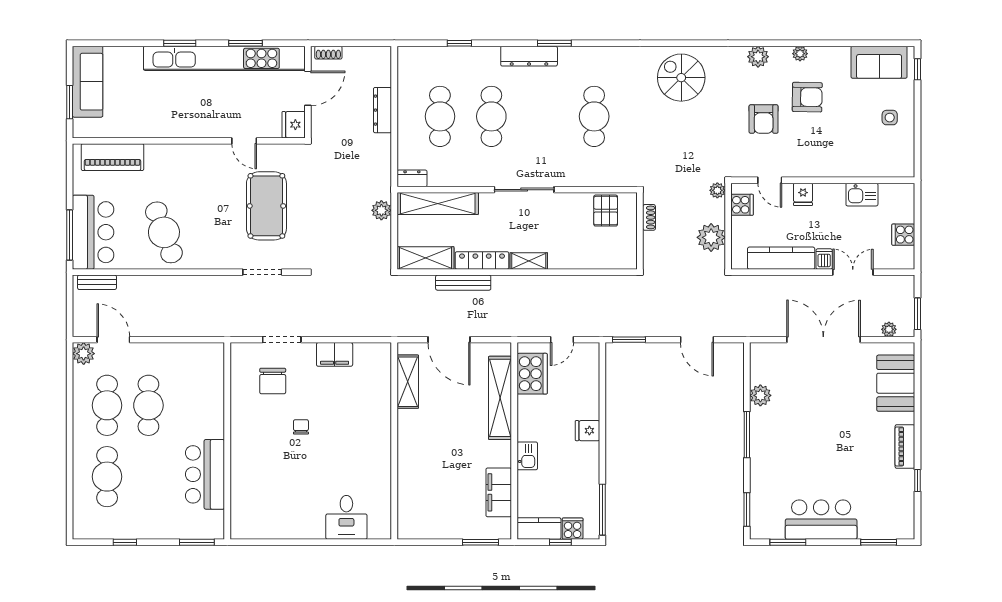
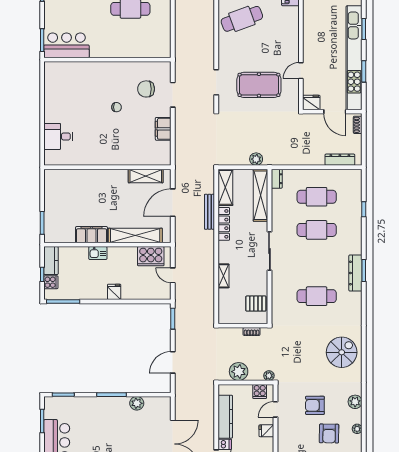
dresser: (529, 56) -> (355, 273), moved
dresser: (382, 110) -> (340, 160), moved
shelving: (529, 261) -> (223, 276), moved
bar counter: (205, 474) -> (67, 45), moved
filing cabinet: (499, 492) -> (91, 235), moved

